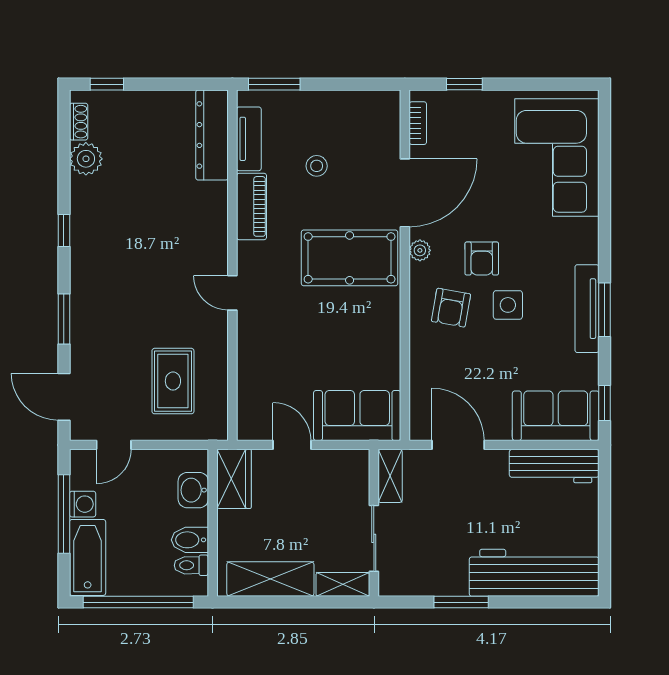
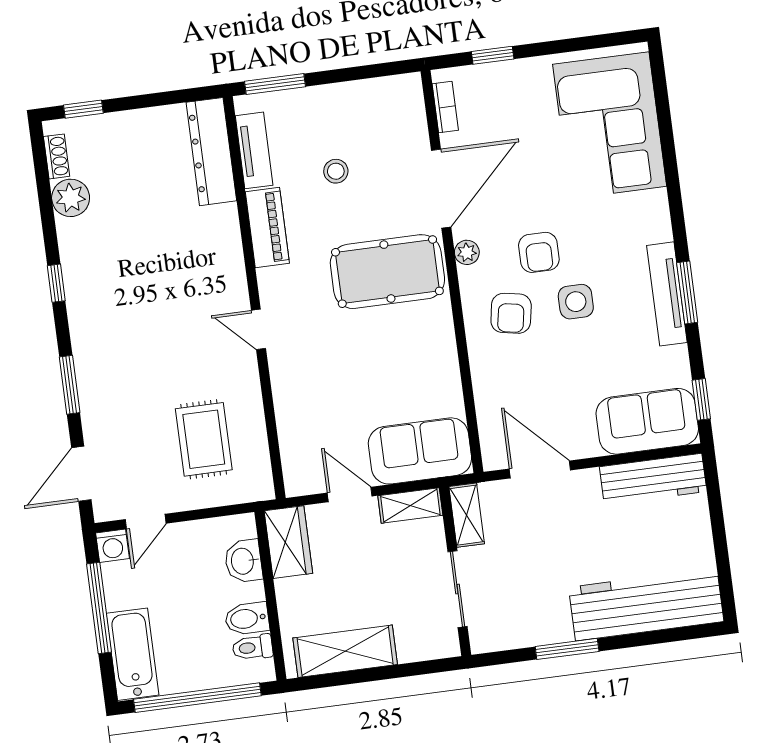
door: (64, 397) -> (81, 474), hinge flipped
washing machine: (83, 504) -> (113, 546), moved, turned 90
shelving: (343, 584) -> (410, 506), moved

